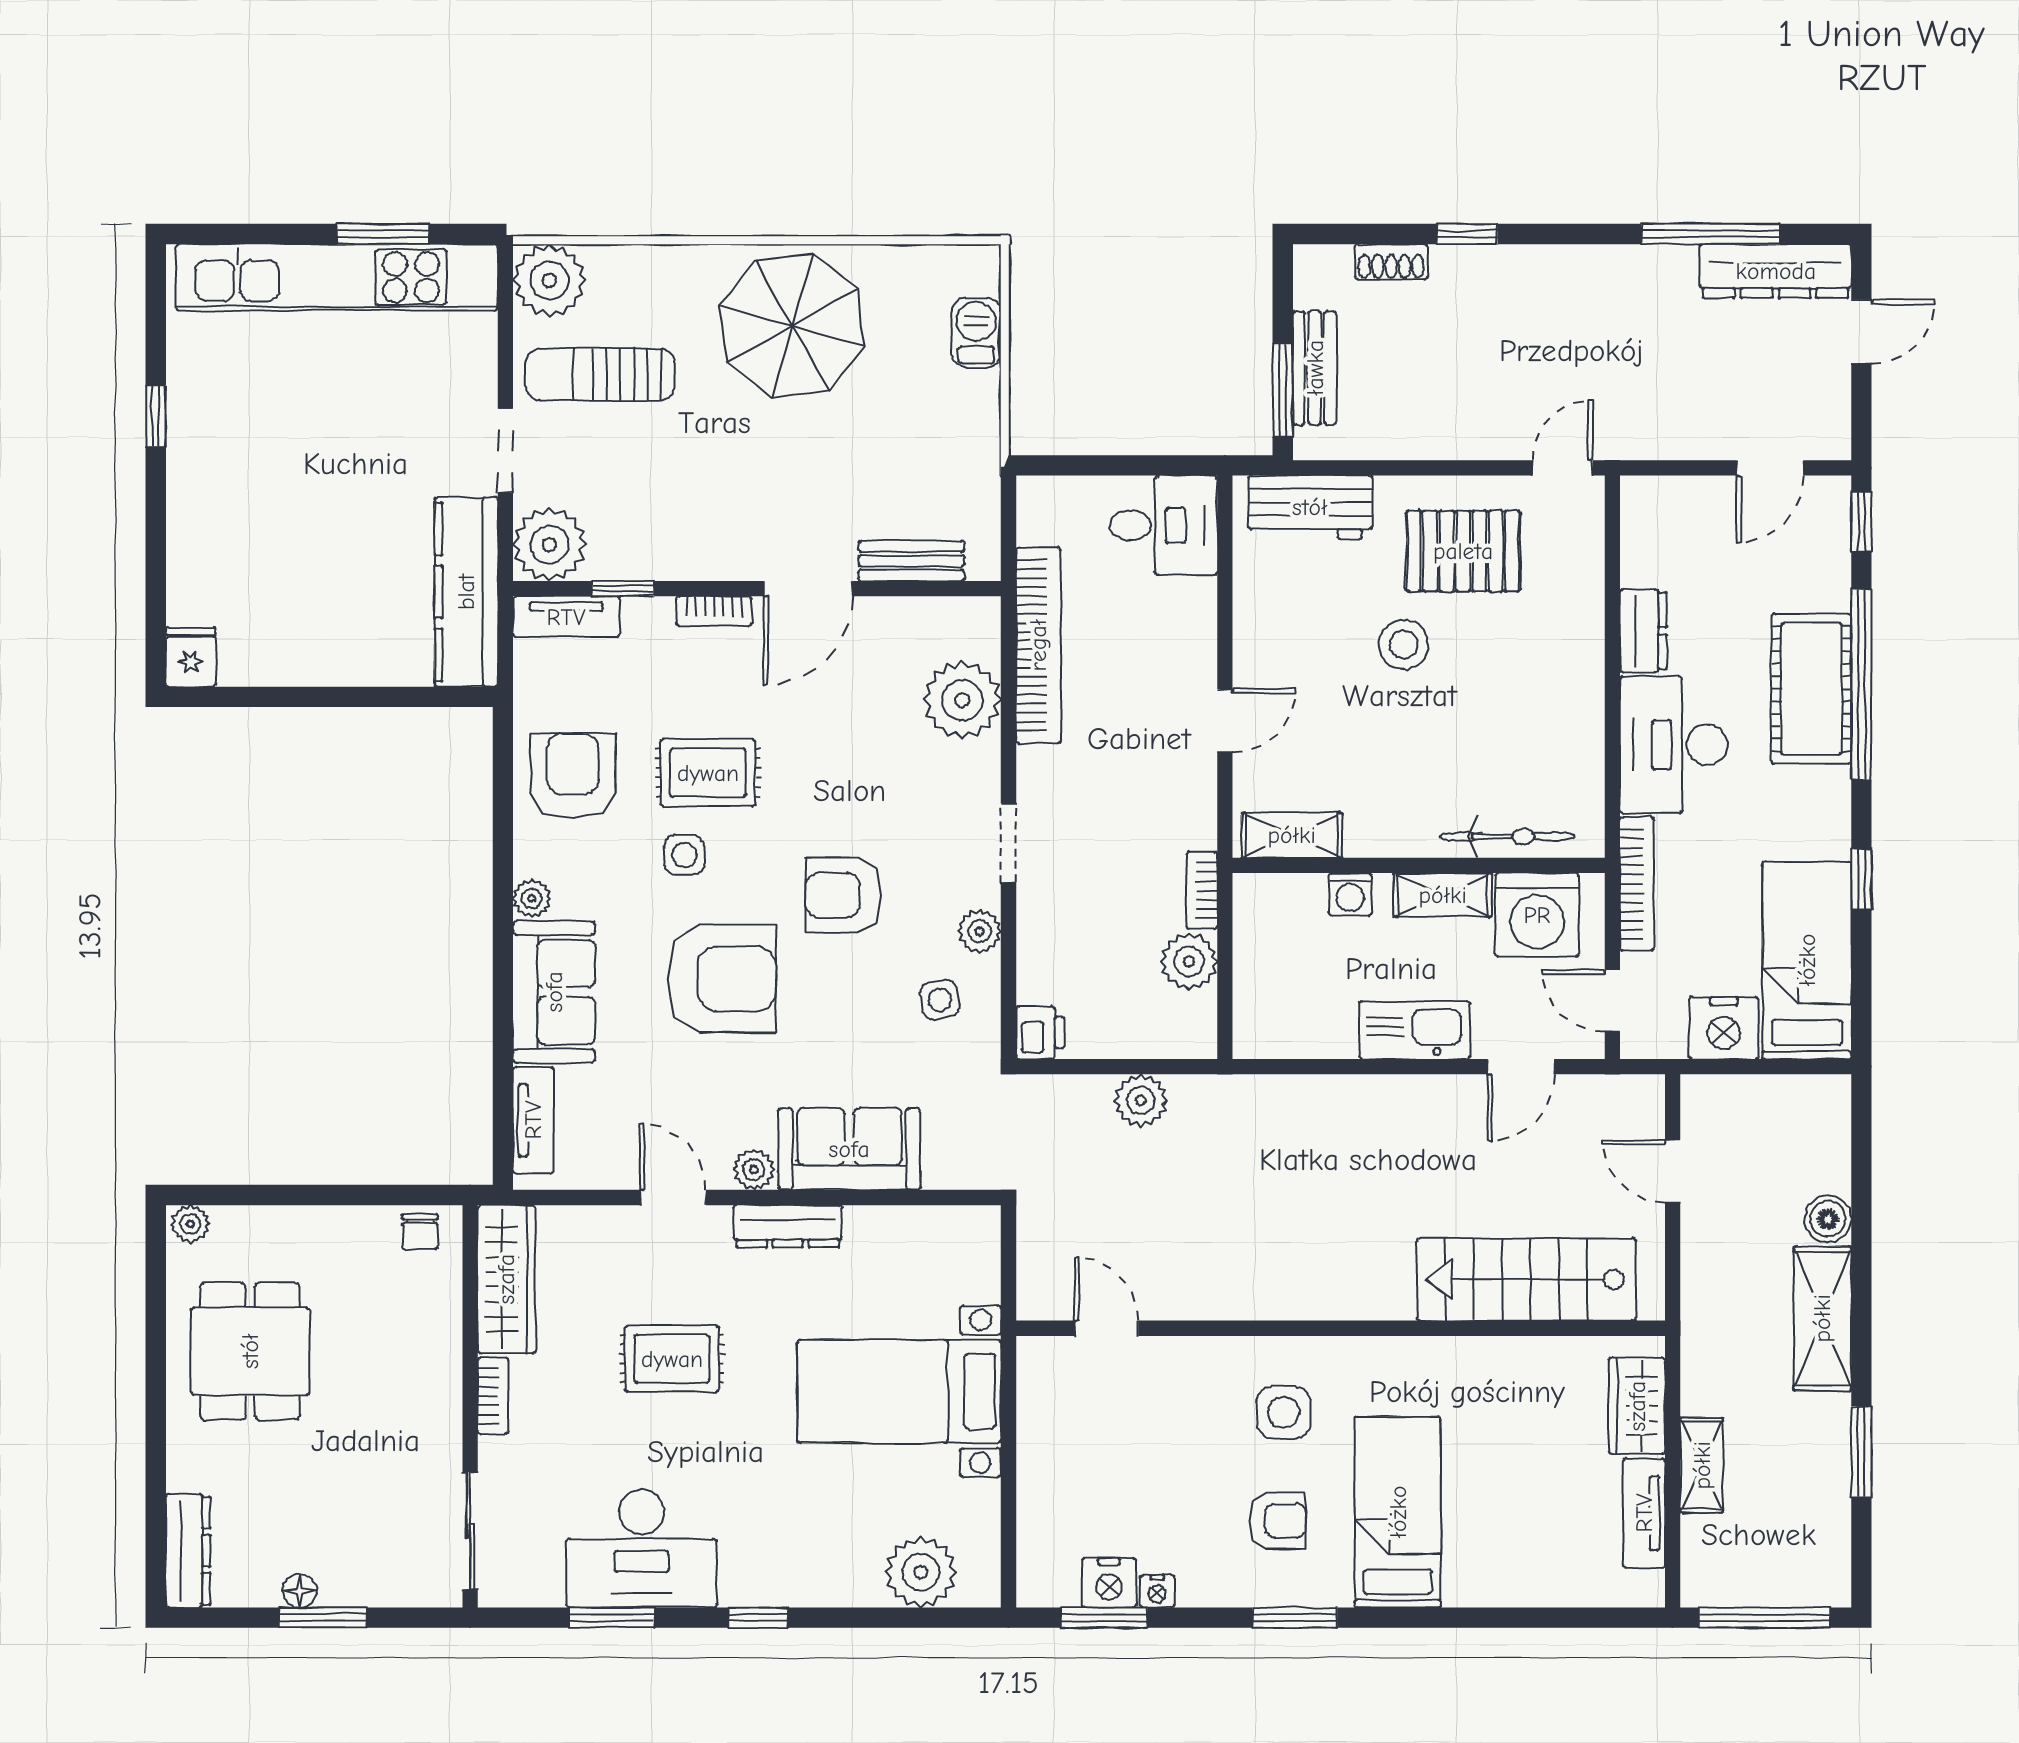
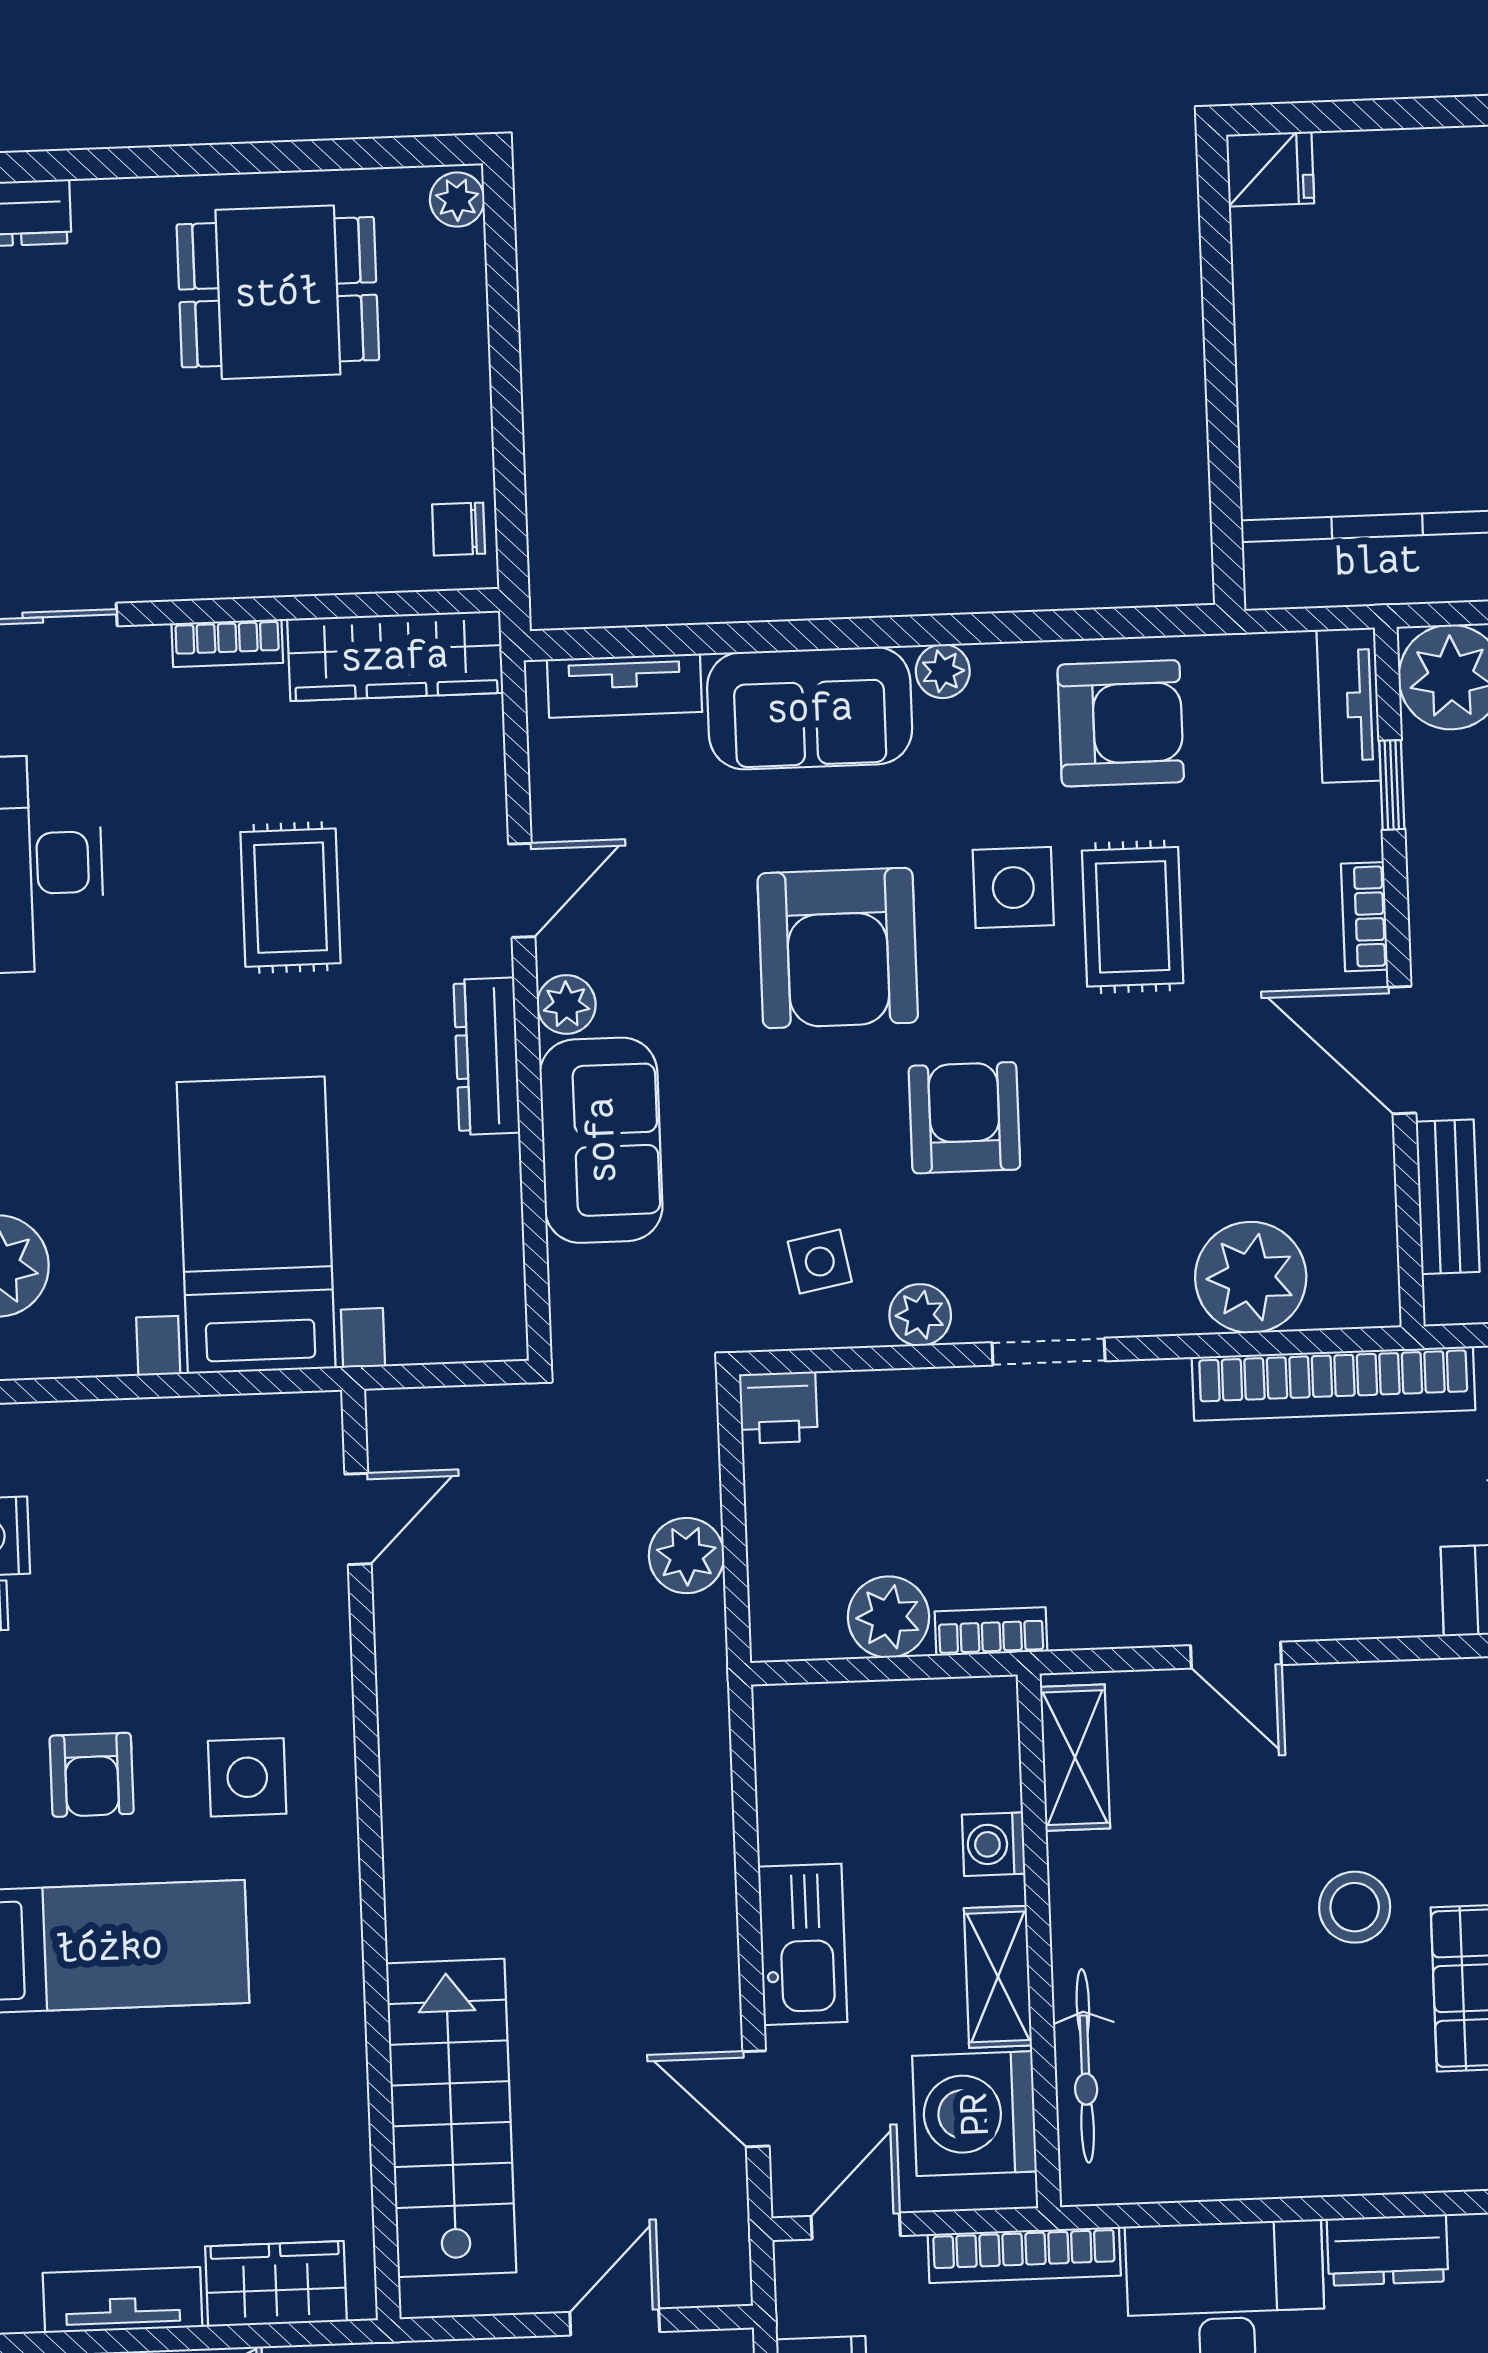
side table: (684, 855) -> (1013, 888), width x1.37, depth x1.37

